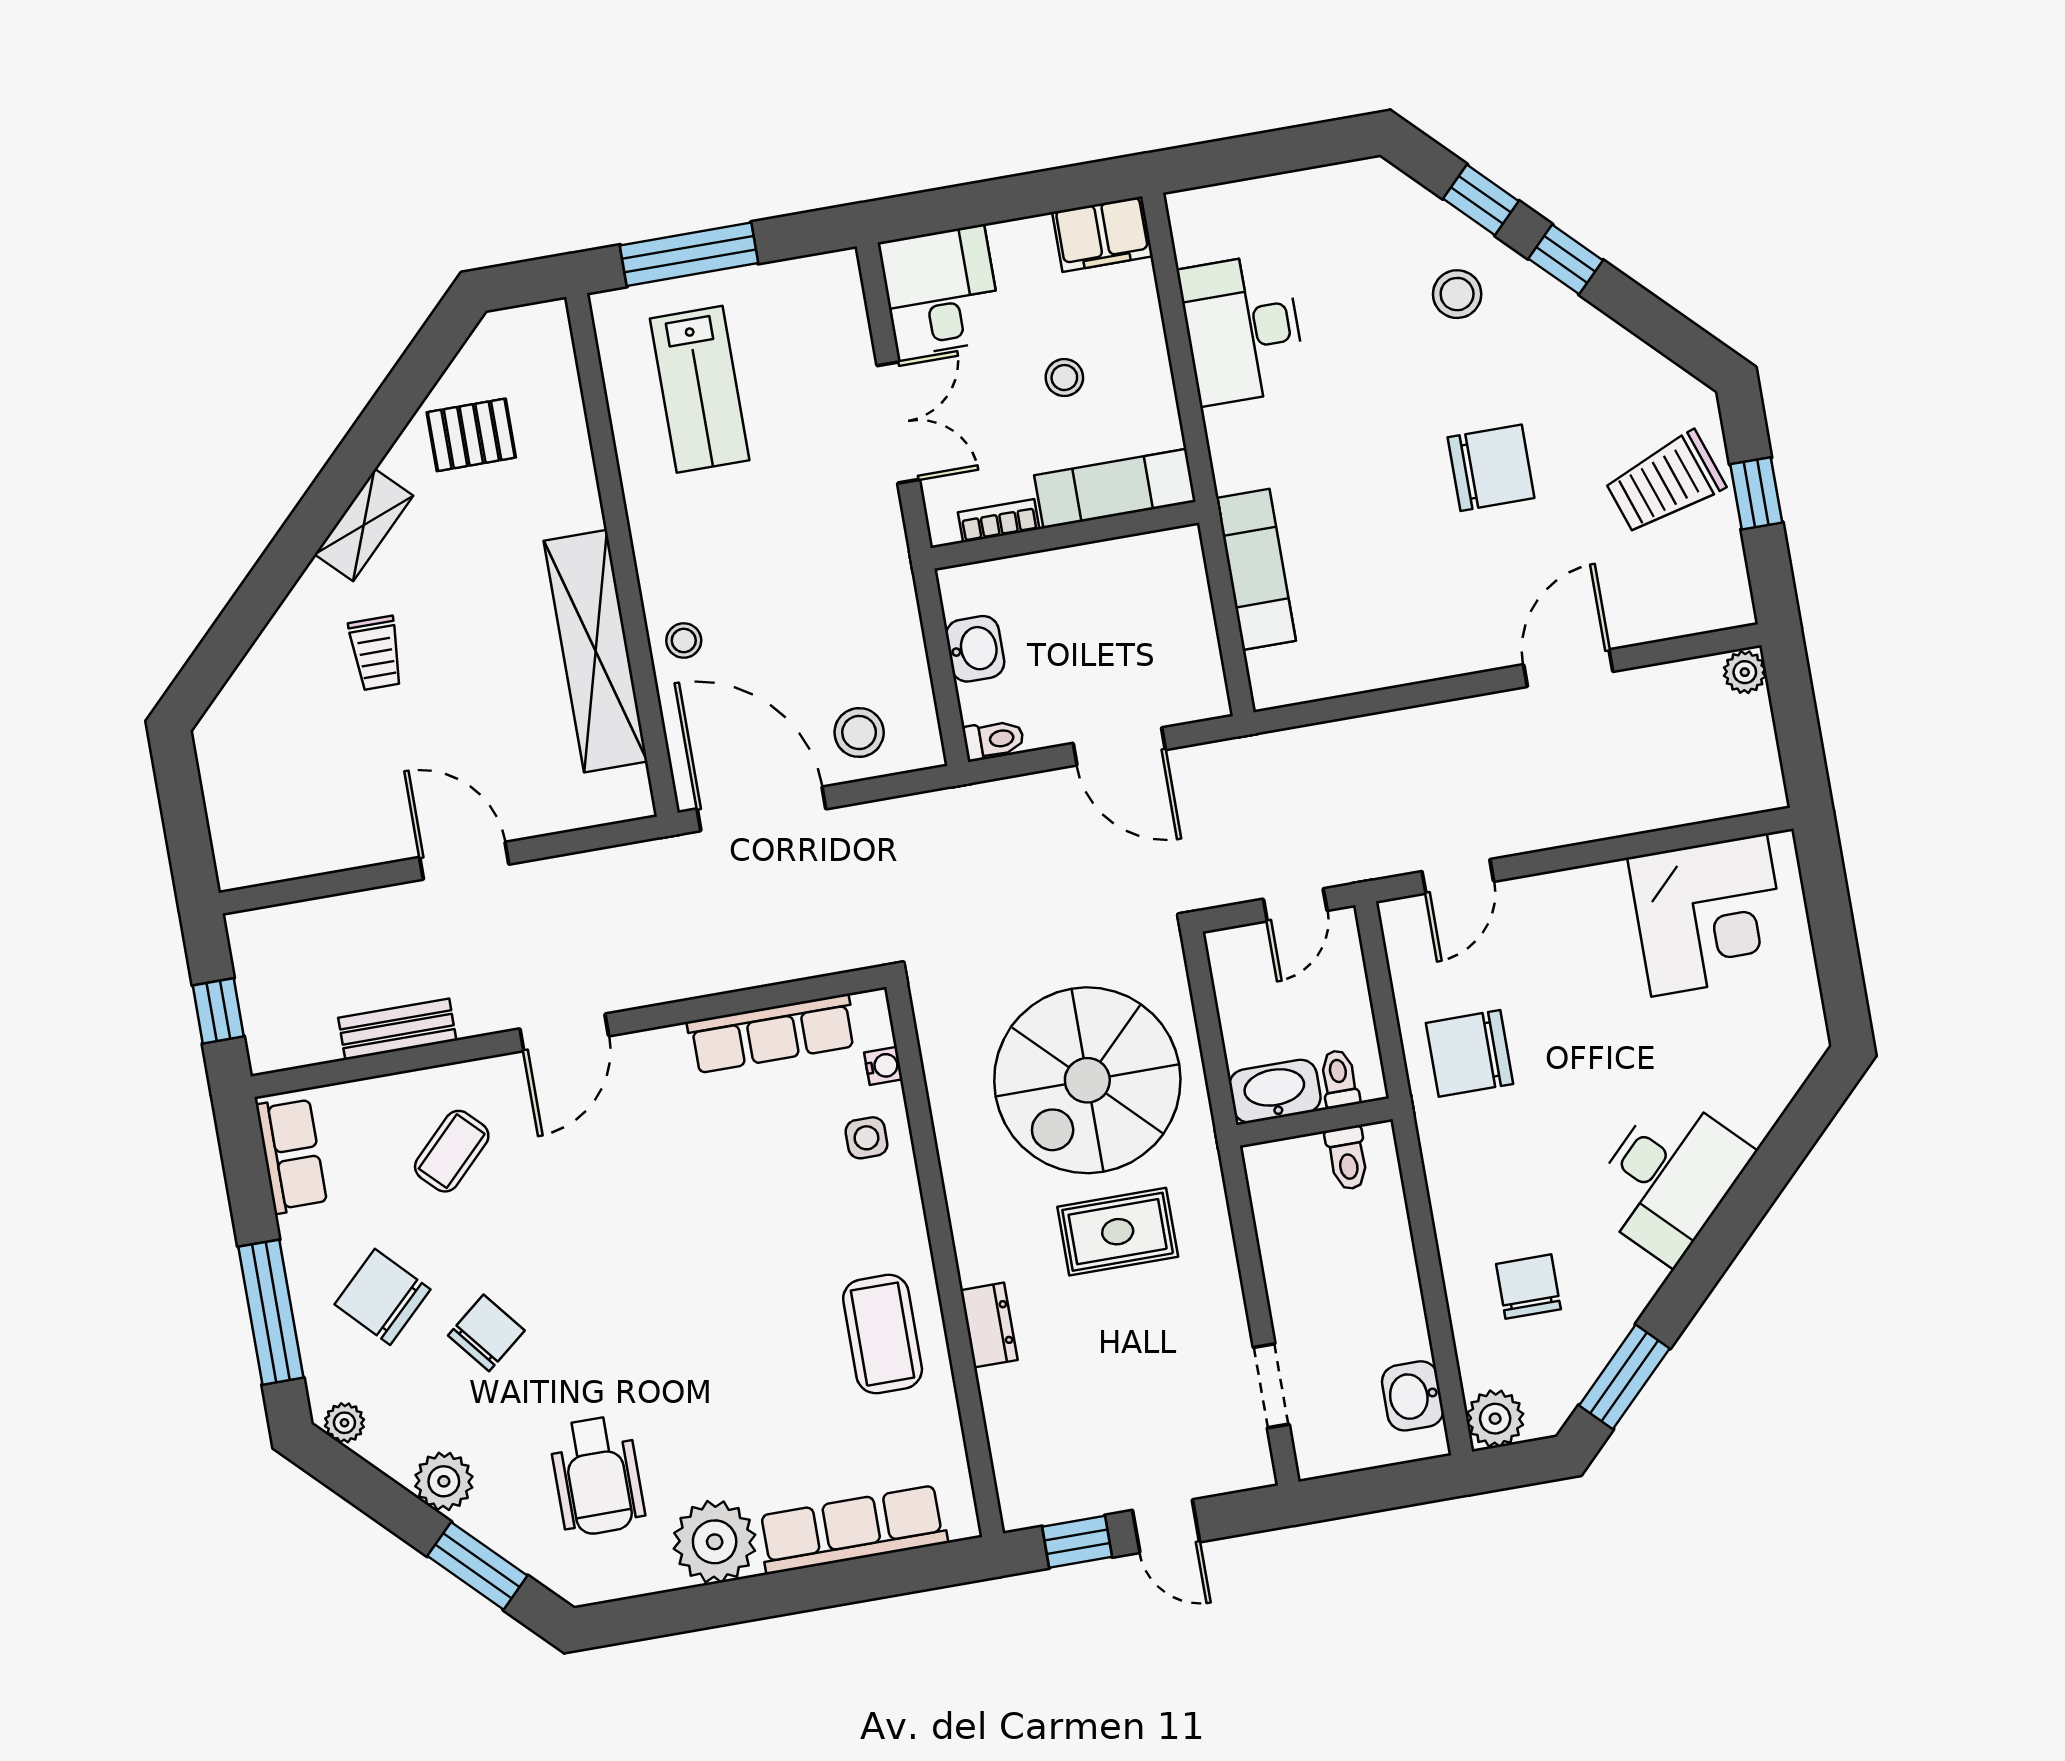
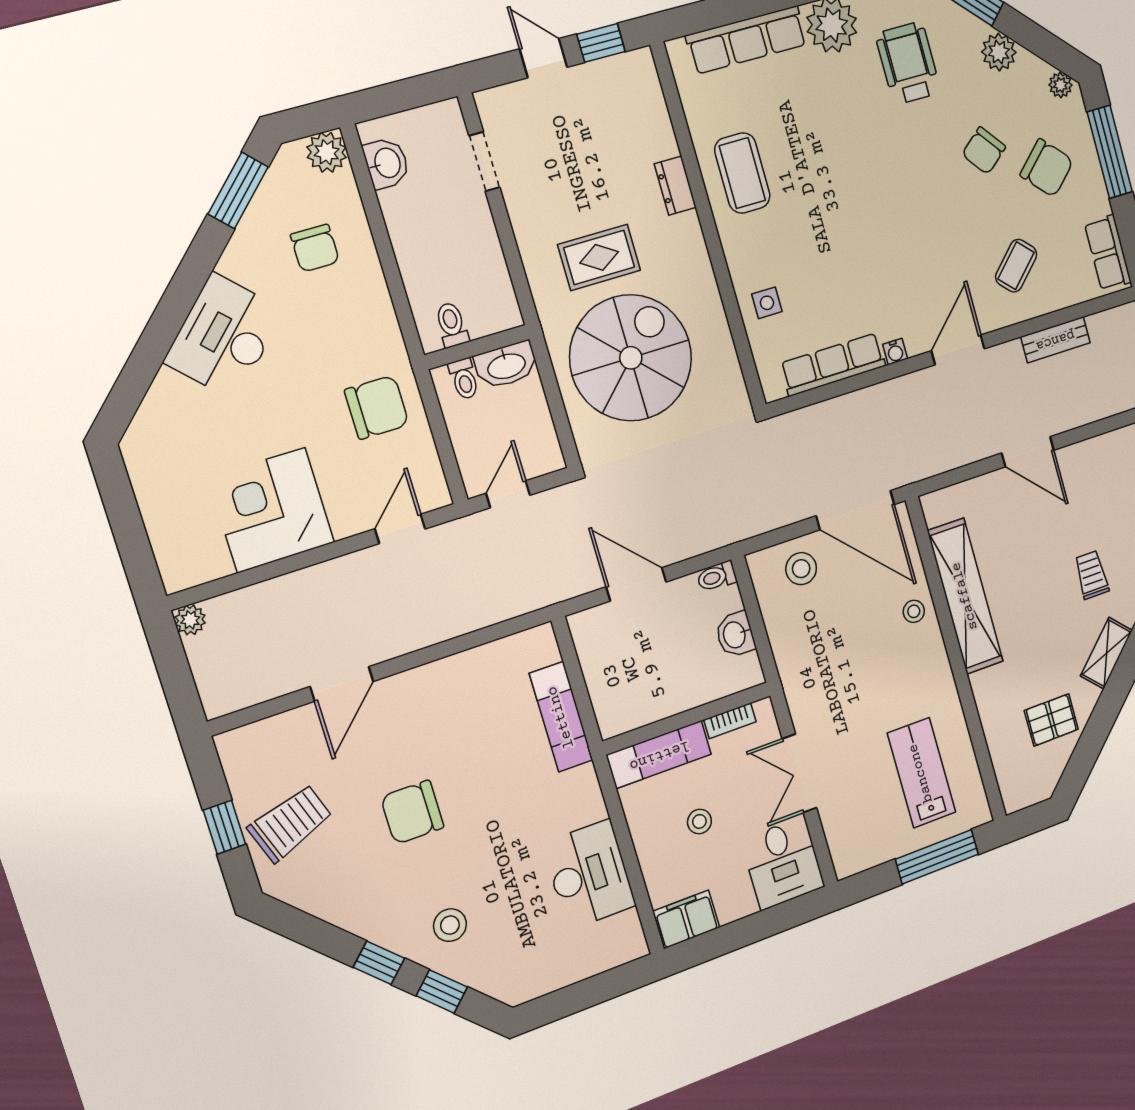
plant: (1745, 672) -> (190, 620), moved
corner desk: (1709, 915) -> (271, 510), moved
water cooler: (883, 1066) -> (895, 352), moved, turned -90

